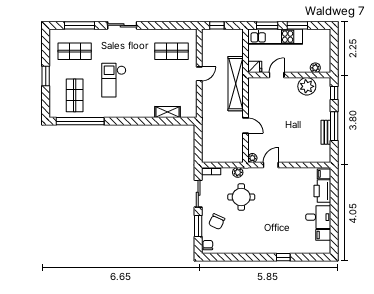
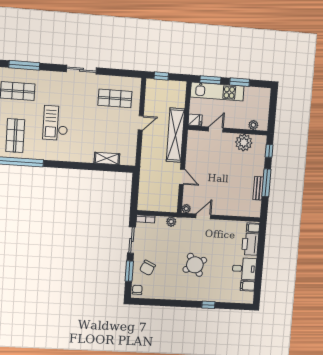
sliding door: (122, 25) -> (81, 70), moved
round table: (241, 197) -> (195, 265), moved, turned -31

